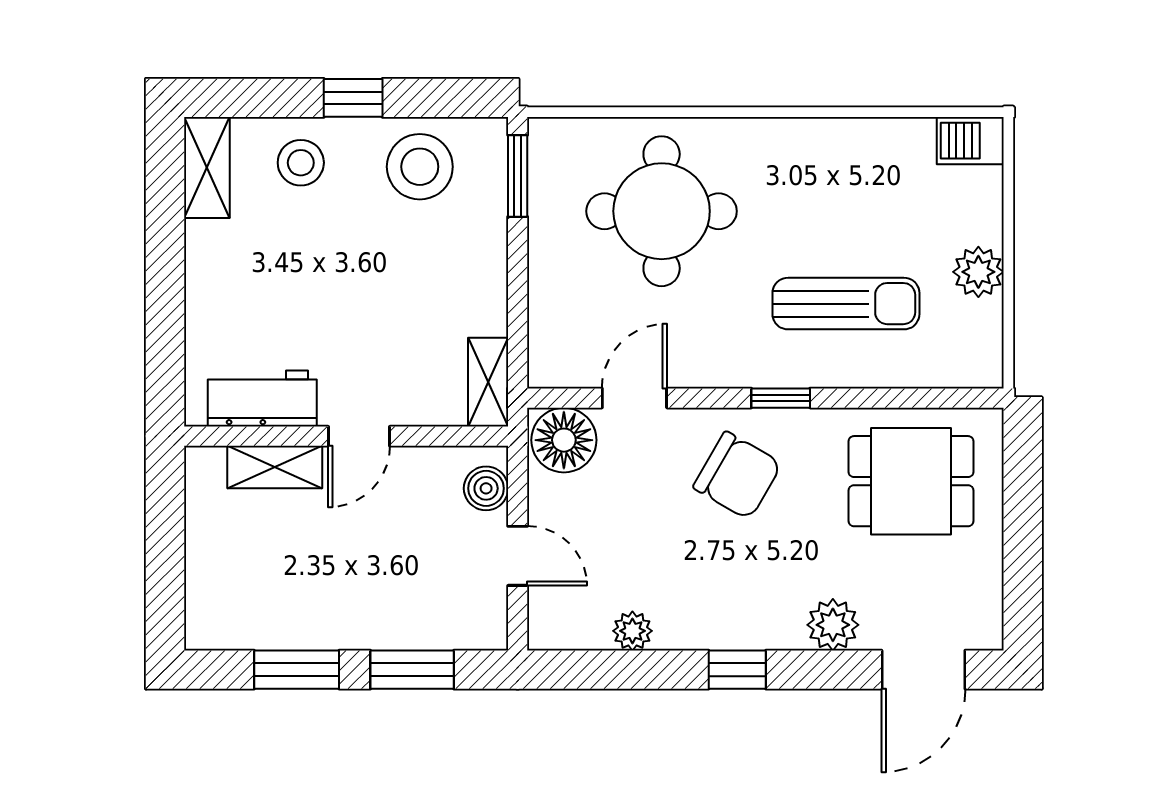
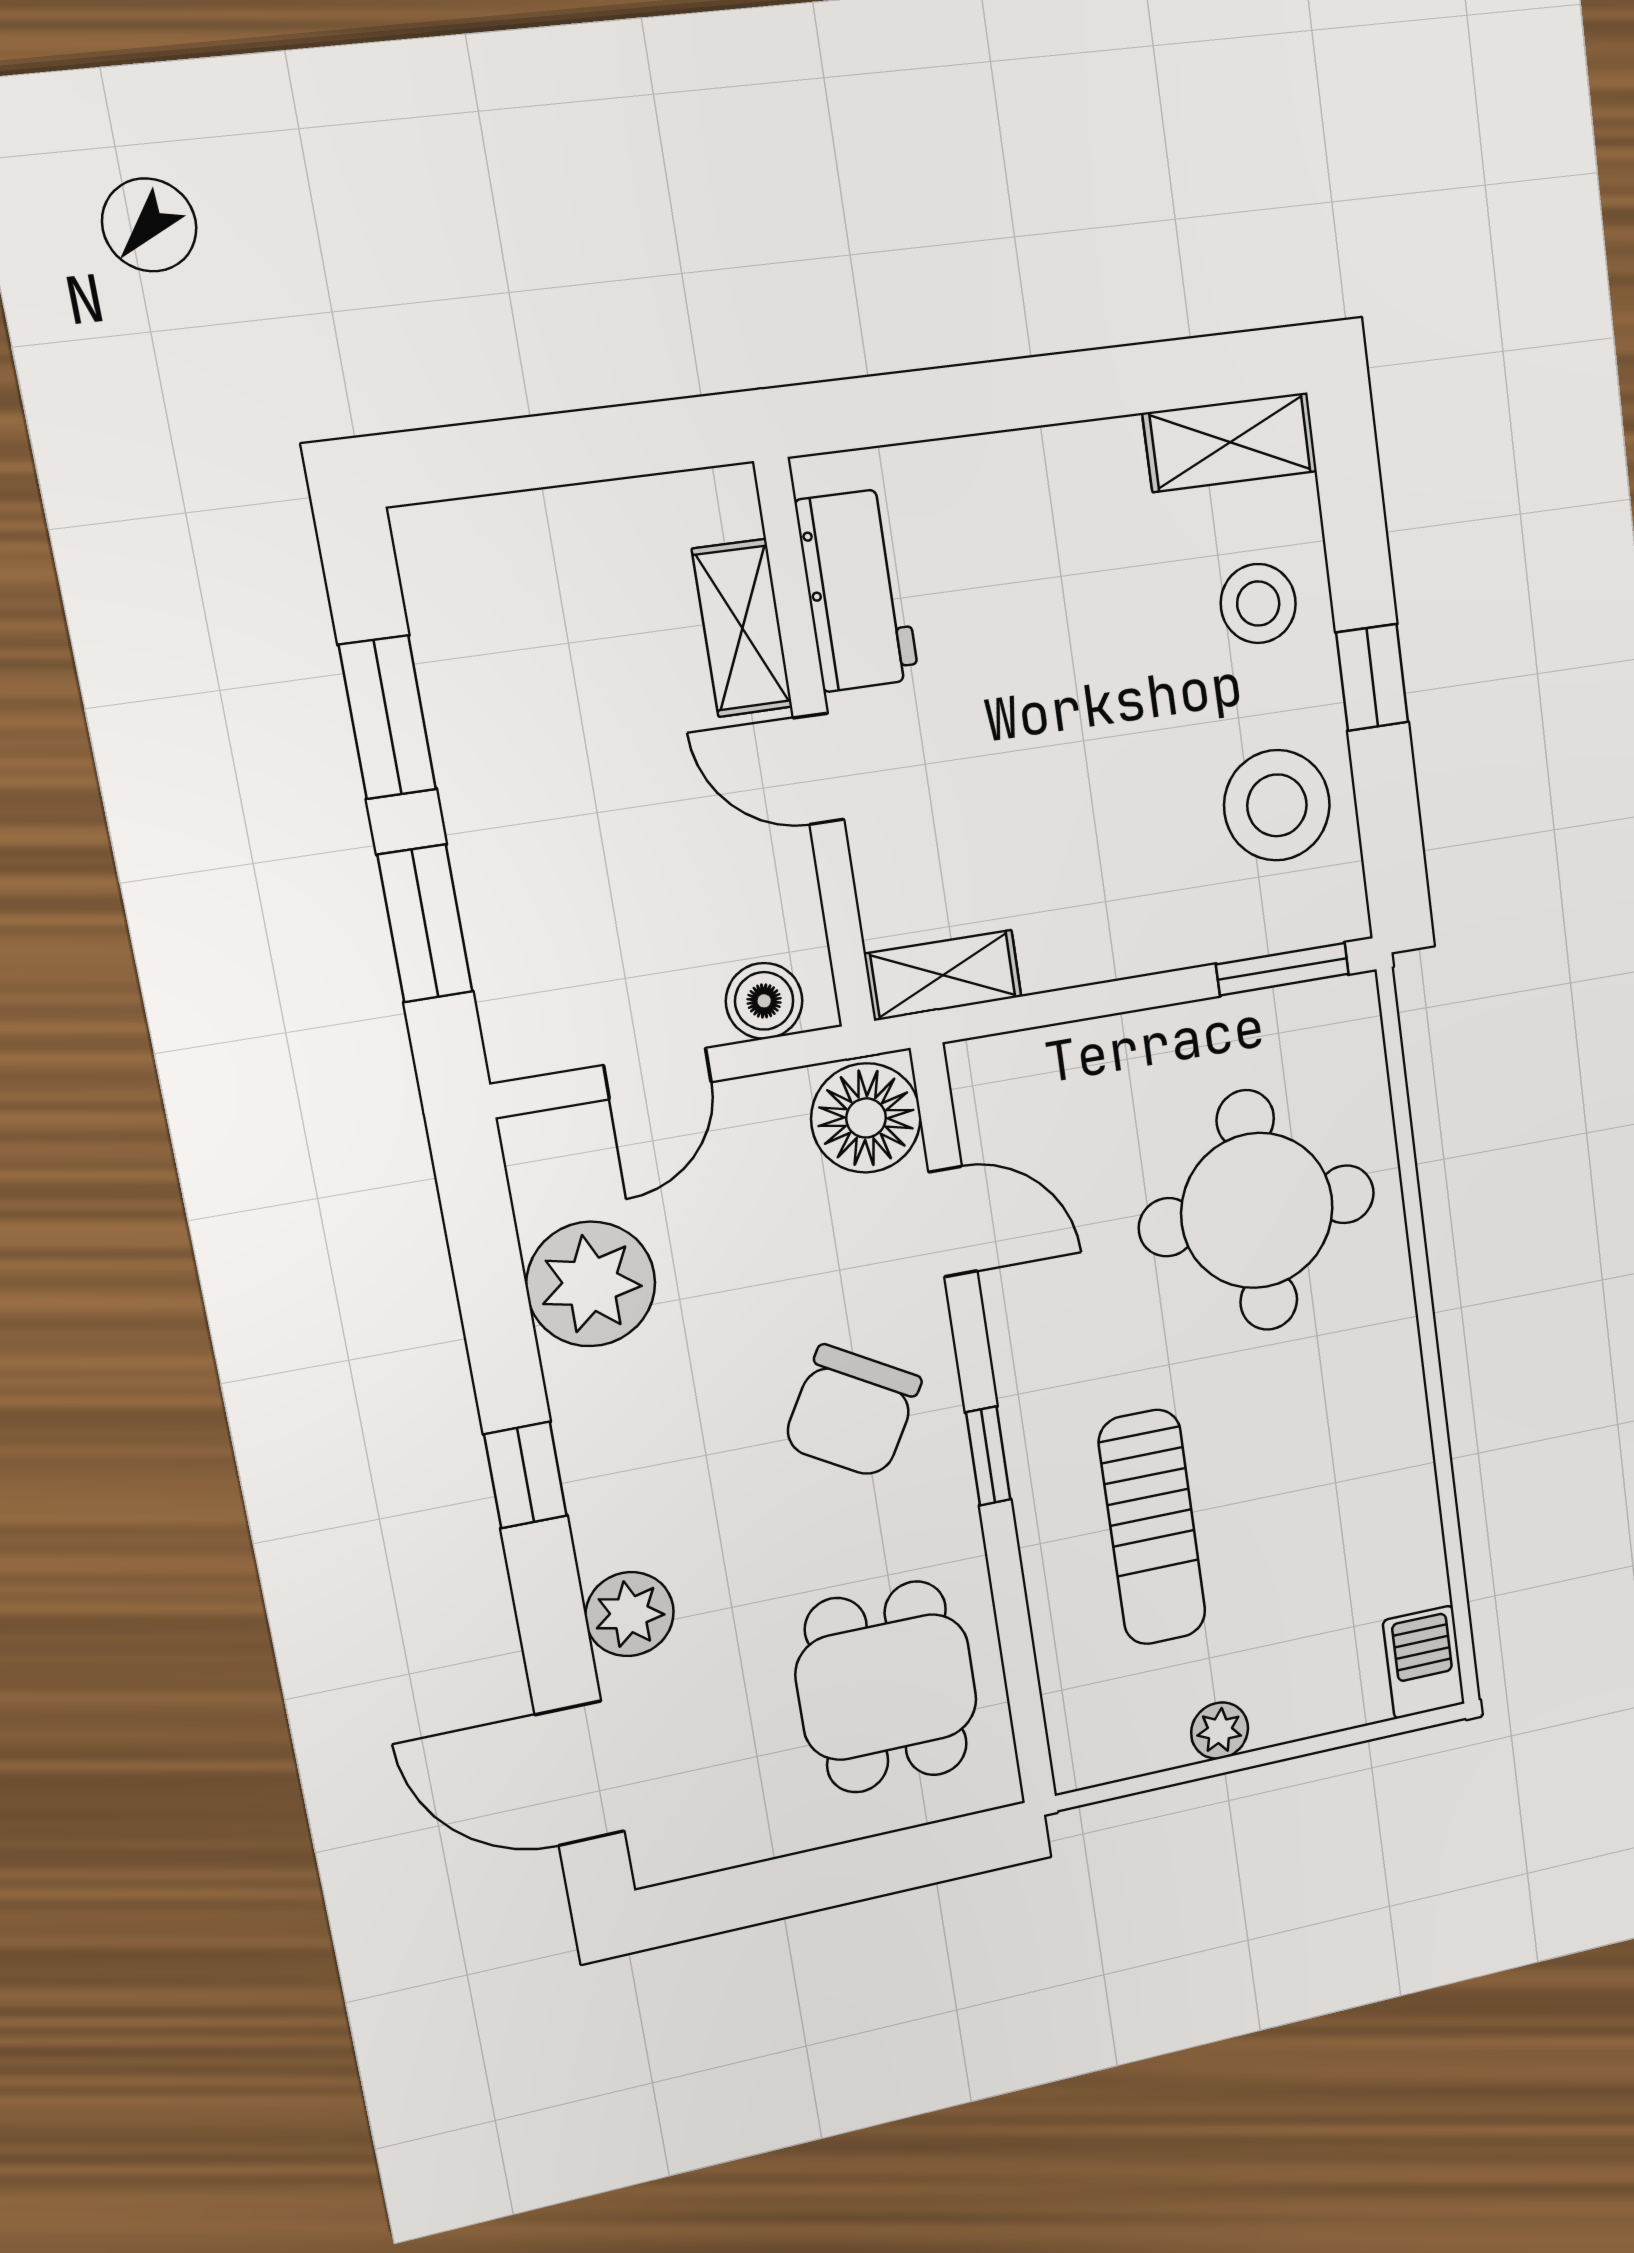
plant: (978, 272) -> (1220, 1731), width x0.73, depth x0.73
plant: (632, 631) -> (591, 1284), width x1.87, depth x1.87

